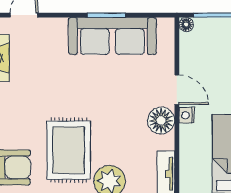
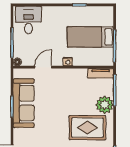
door: (177, 90) -> (43, 67), moved
floor lamp: (161, 120) -> (71, 76), removed

